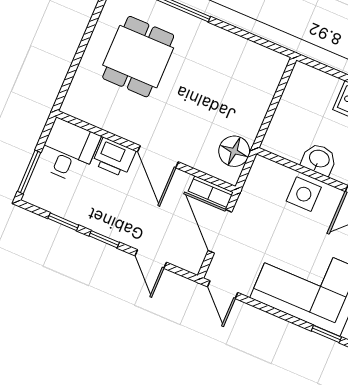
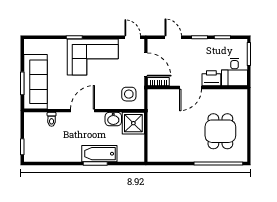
shower: (287, 137) -> (133, 123), added
floor lamp: (234, 151) -> (155, 106), removed
door: (158, 157) -> (191, 87), swing flipped
side table: (304, 194) -> (129, 94), moved

